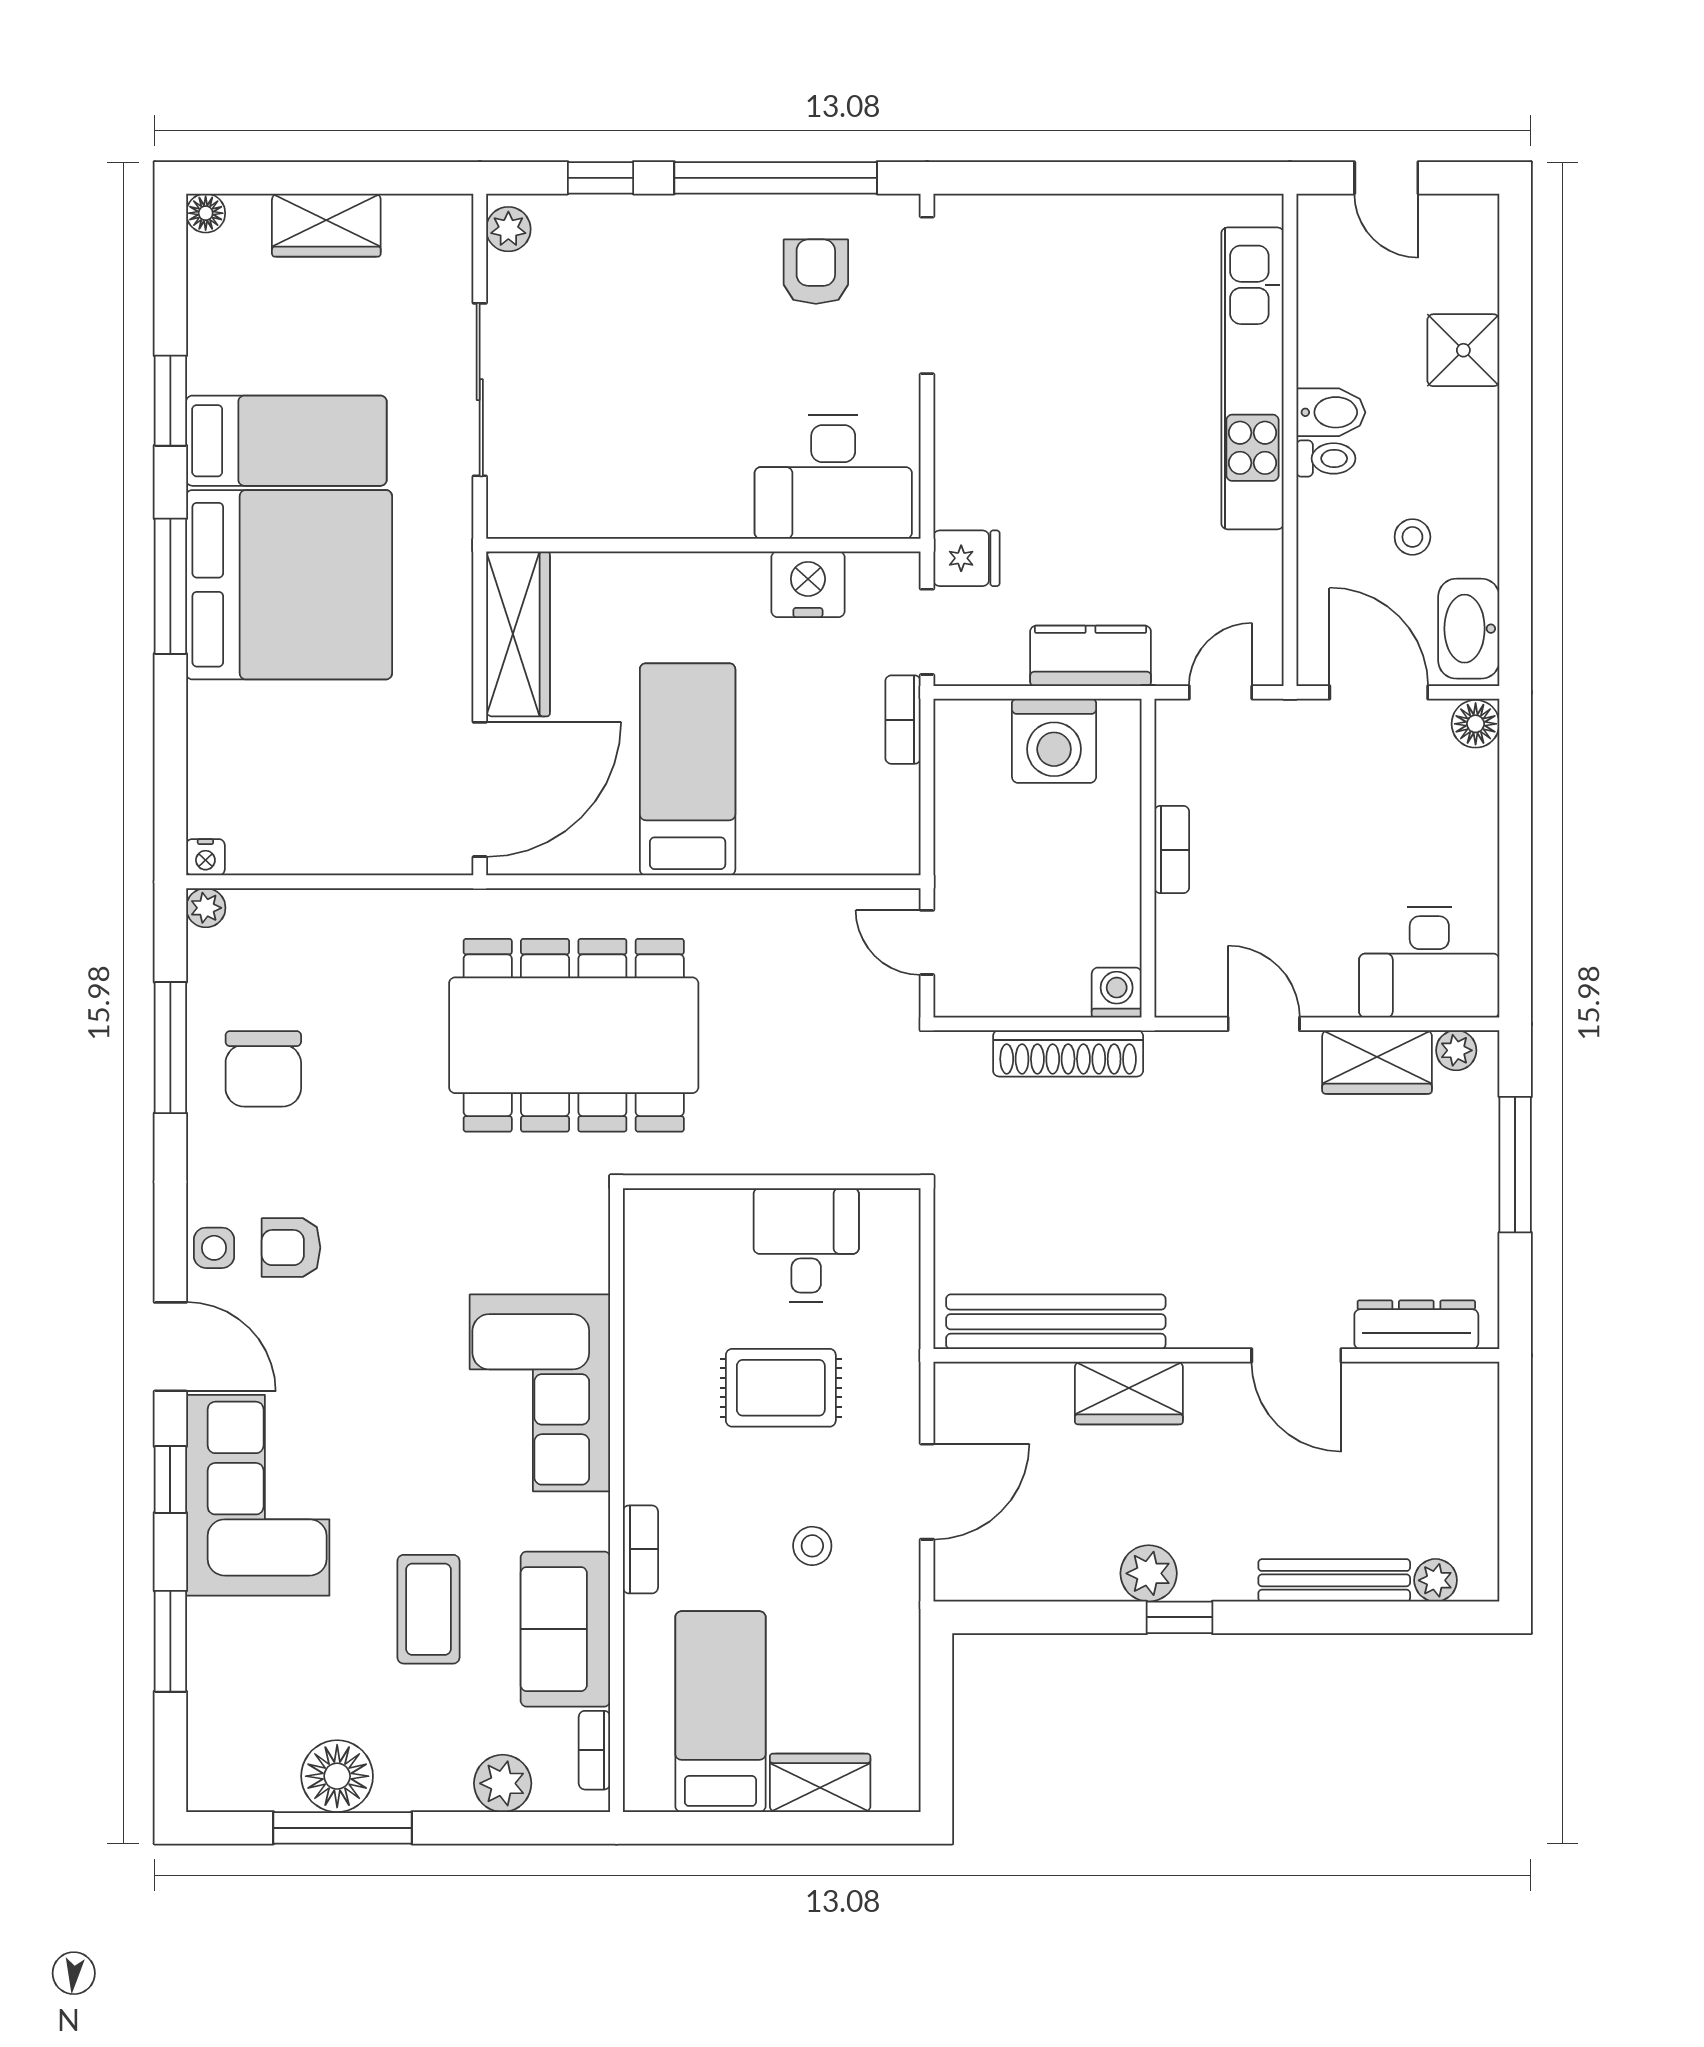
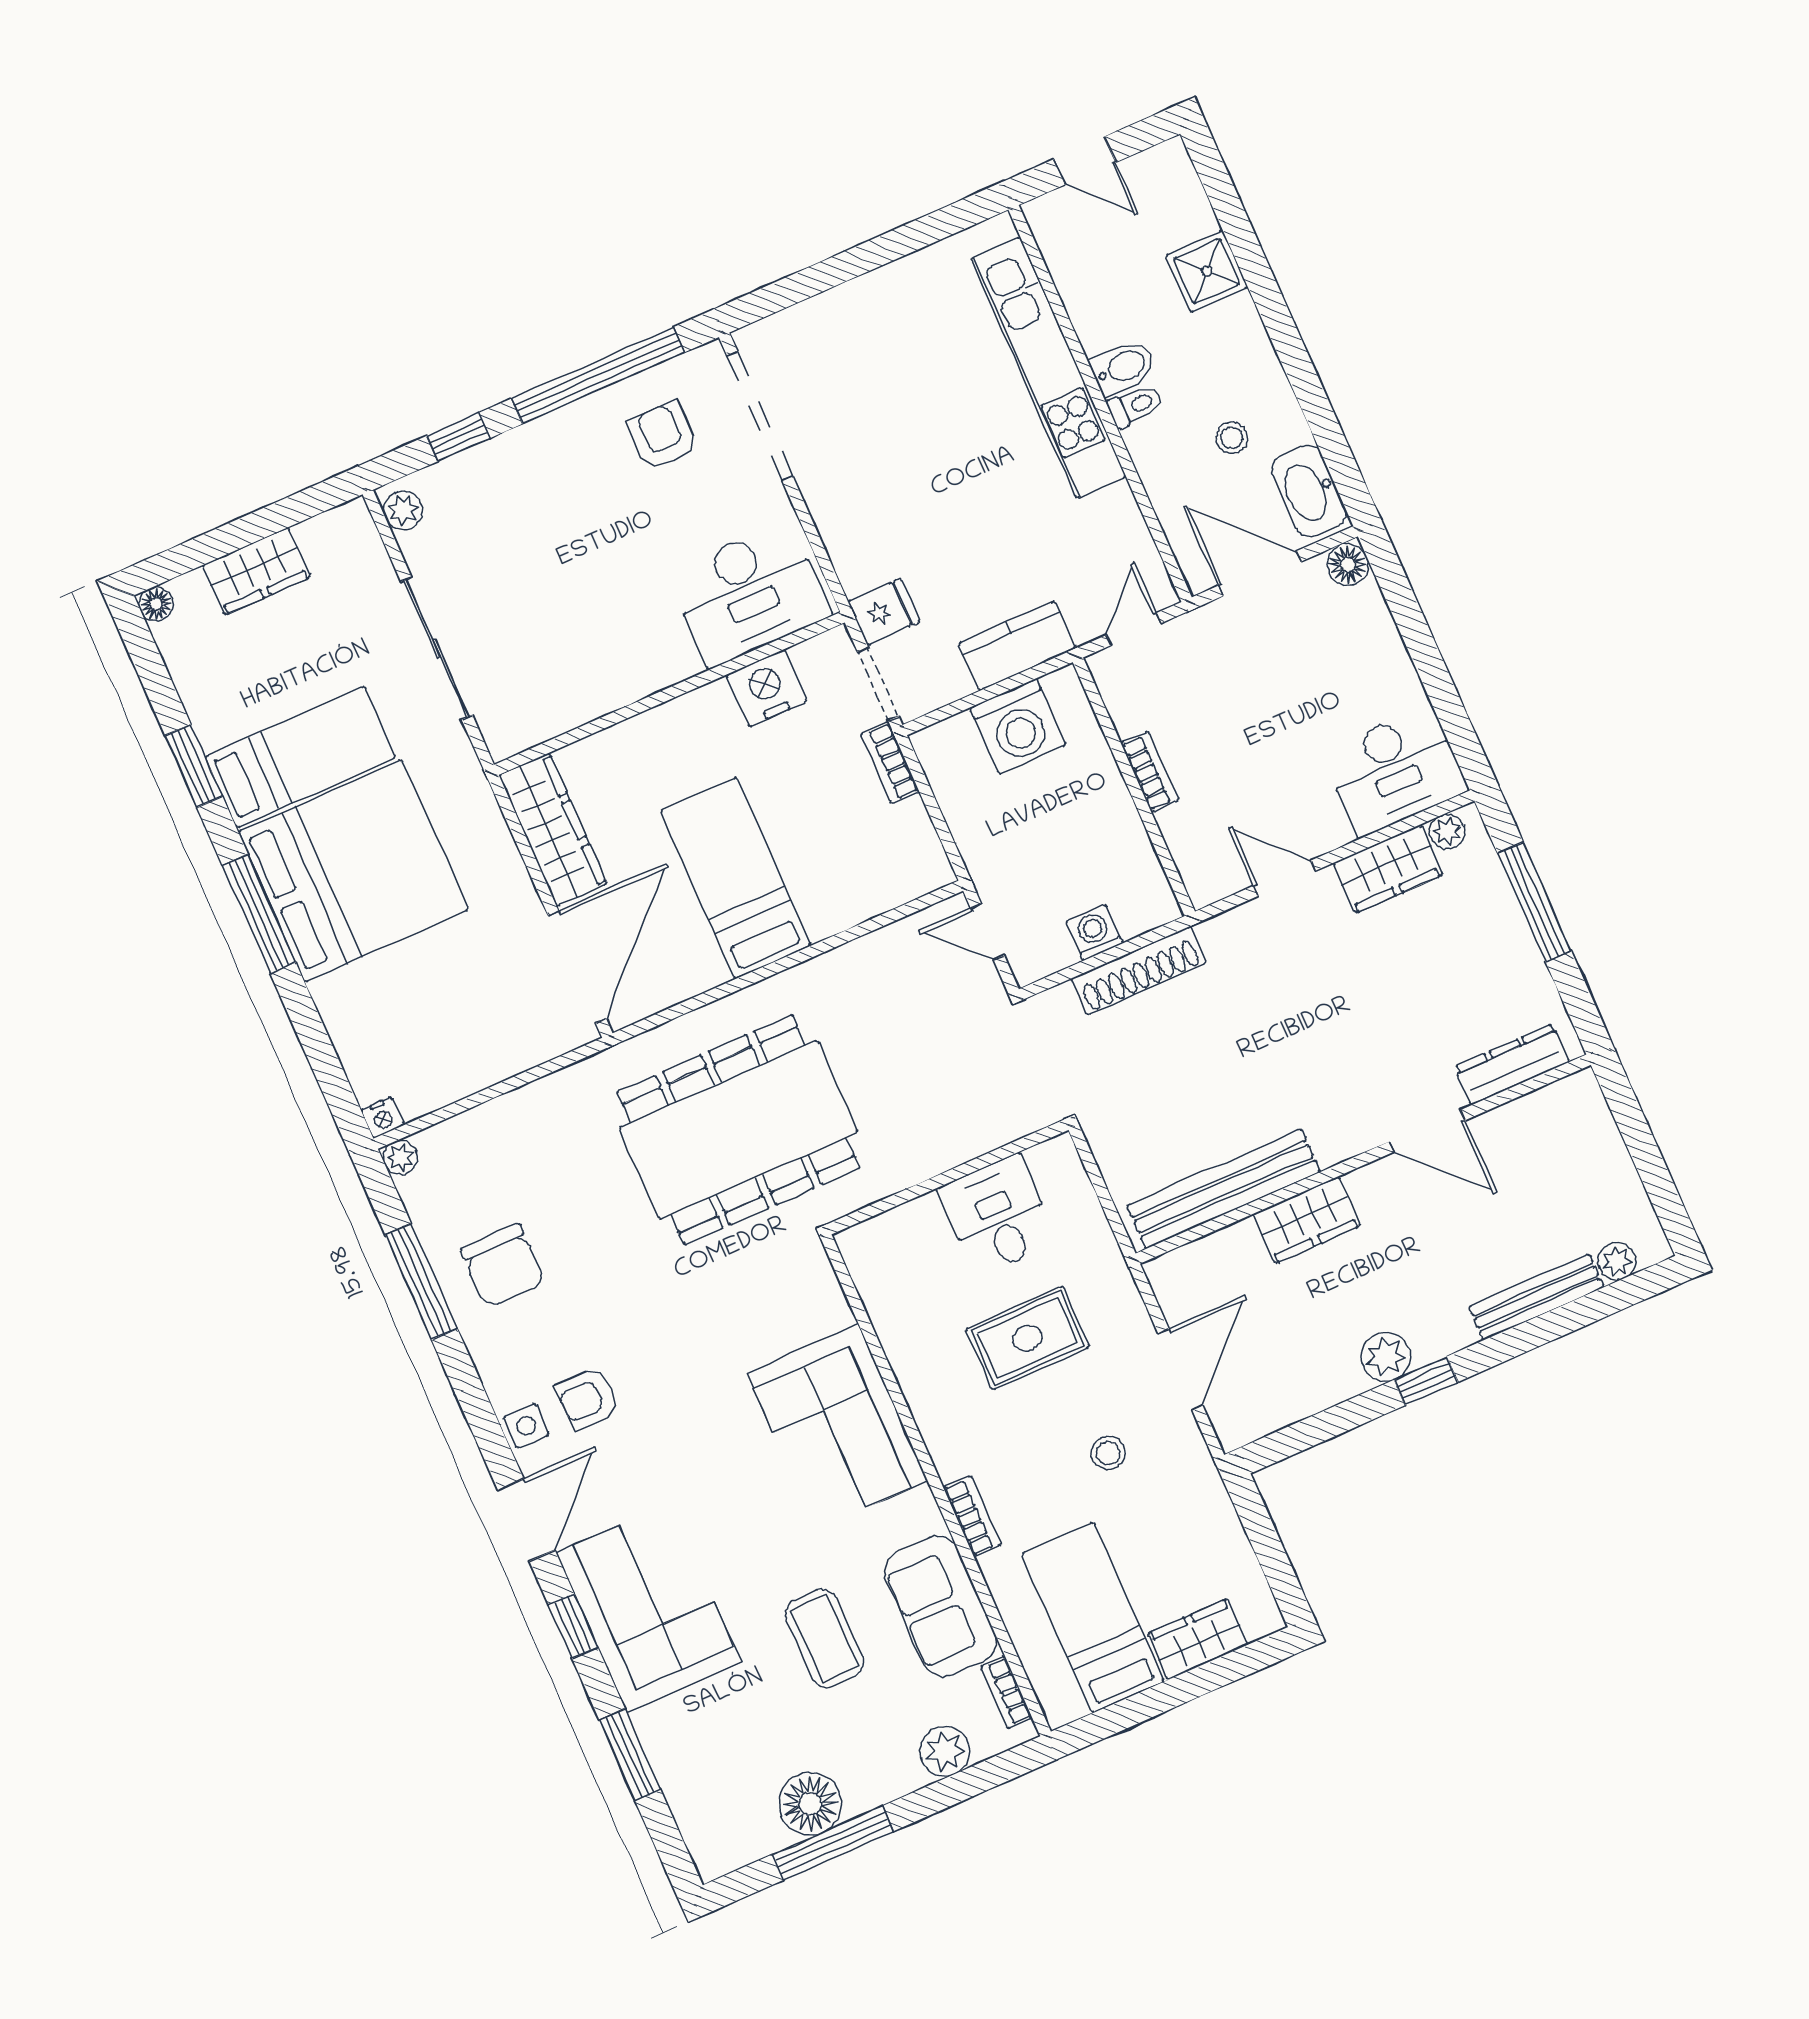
washing machine: (1117, 993) -> (1094, 932), moved
door: (170, 1347) -> (526, 1520), hinge flipped

